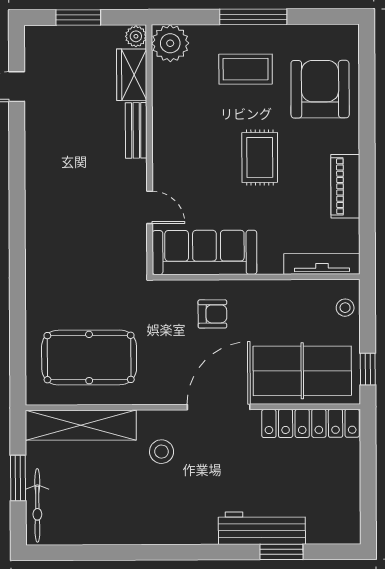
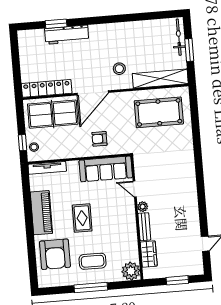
plant: (136, 36) -> (143, 207), moved
piano: (345, 186) -> (41, 213), width x1.37, depth x1.33
window: (368, 369) -> (22, 143), moved

